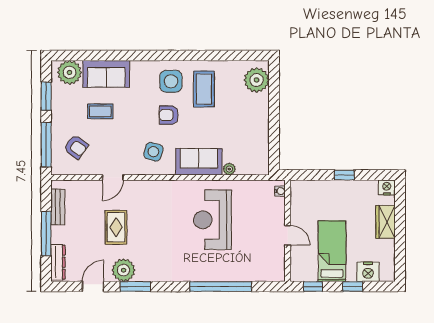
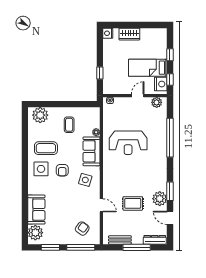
coffee table: (100, 111) -> (69, 125), moved
window: (344, 175) -> (100, 73), moved
plant: (277, 265) -> (157, 102), added
nightstand: (368, 272) -> (161, 84), moved

